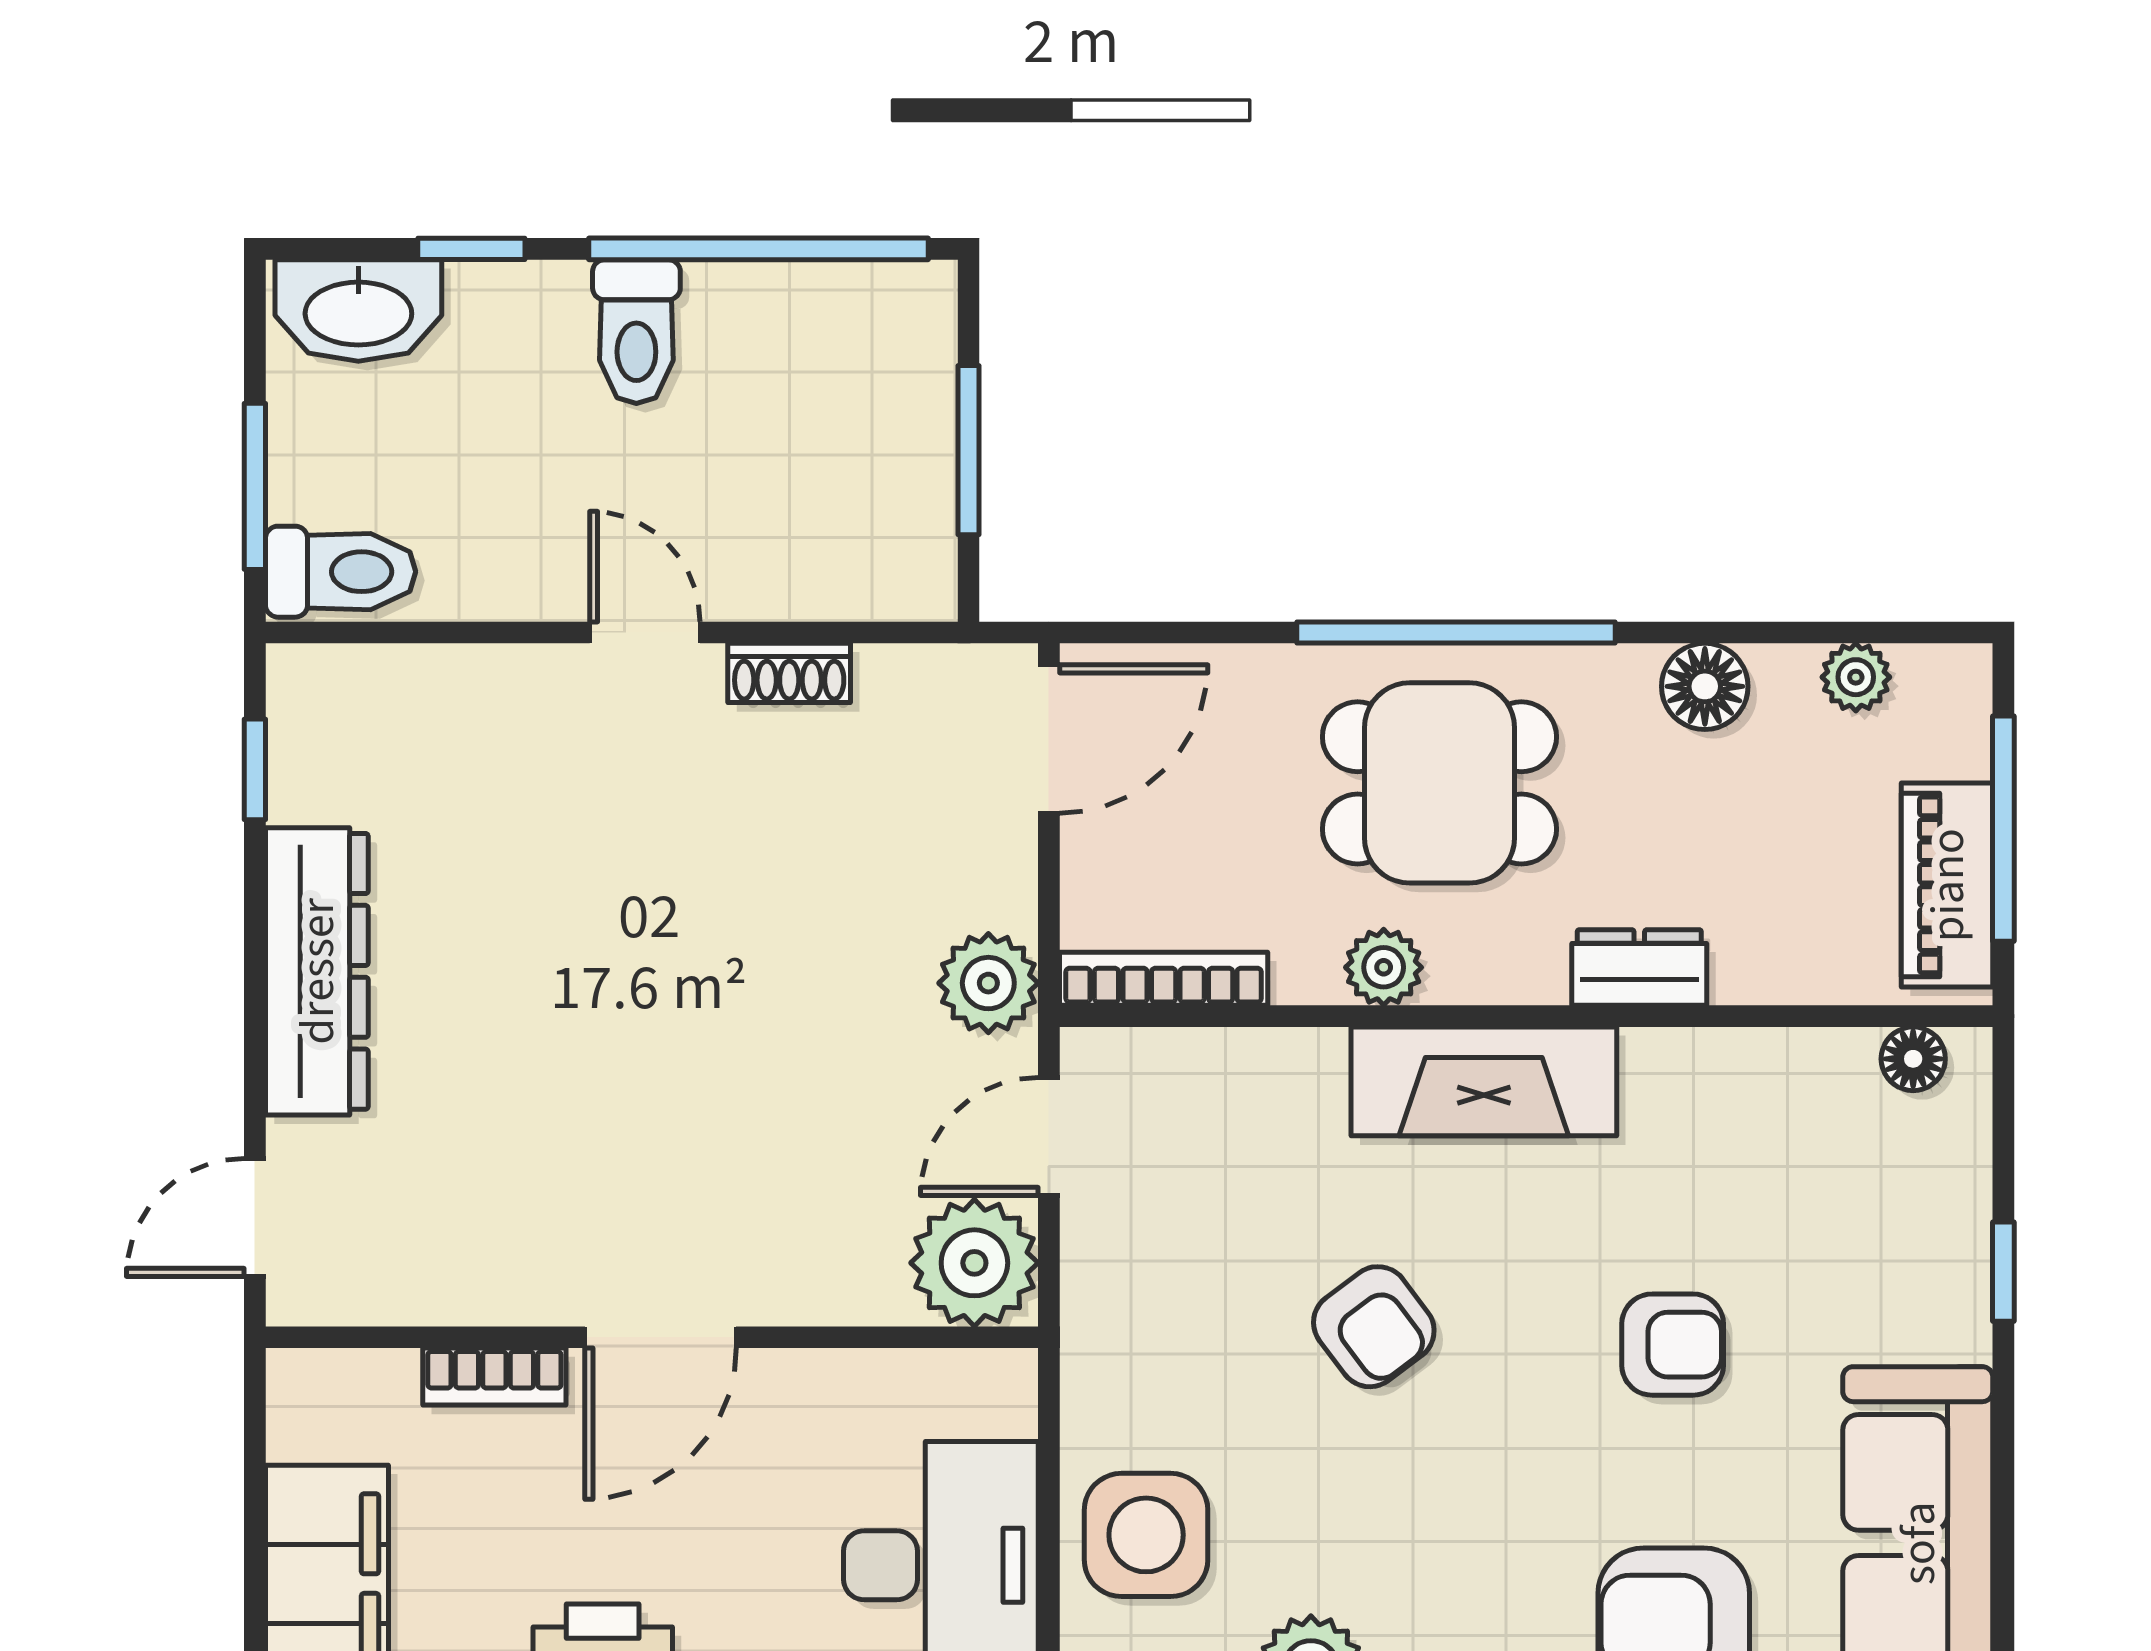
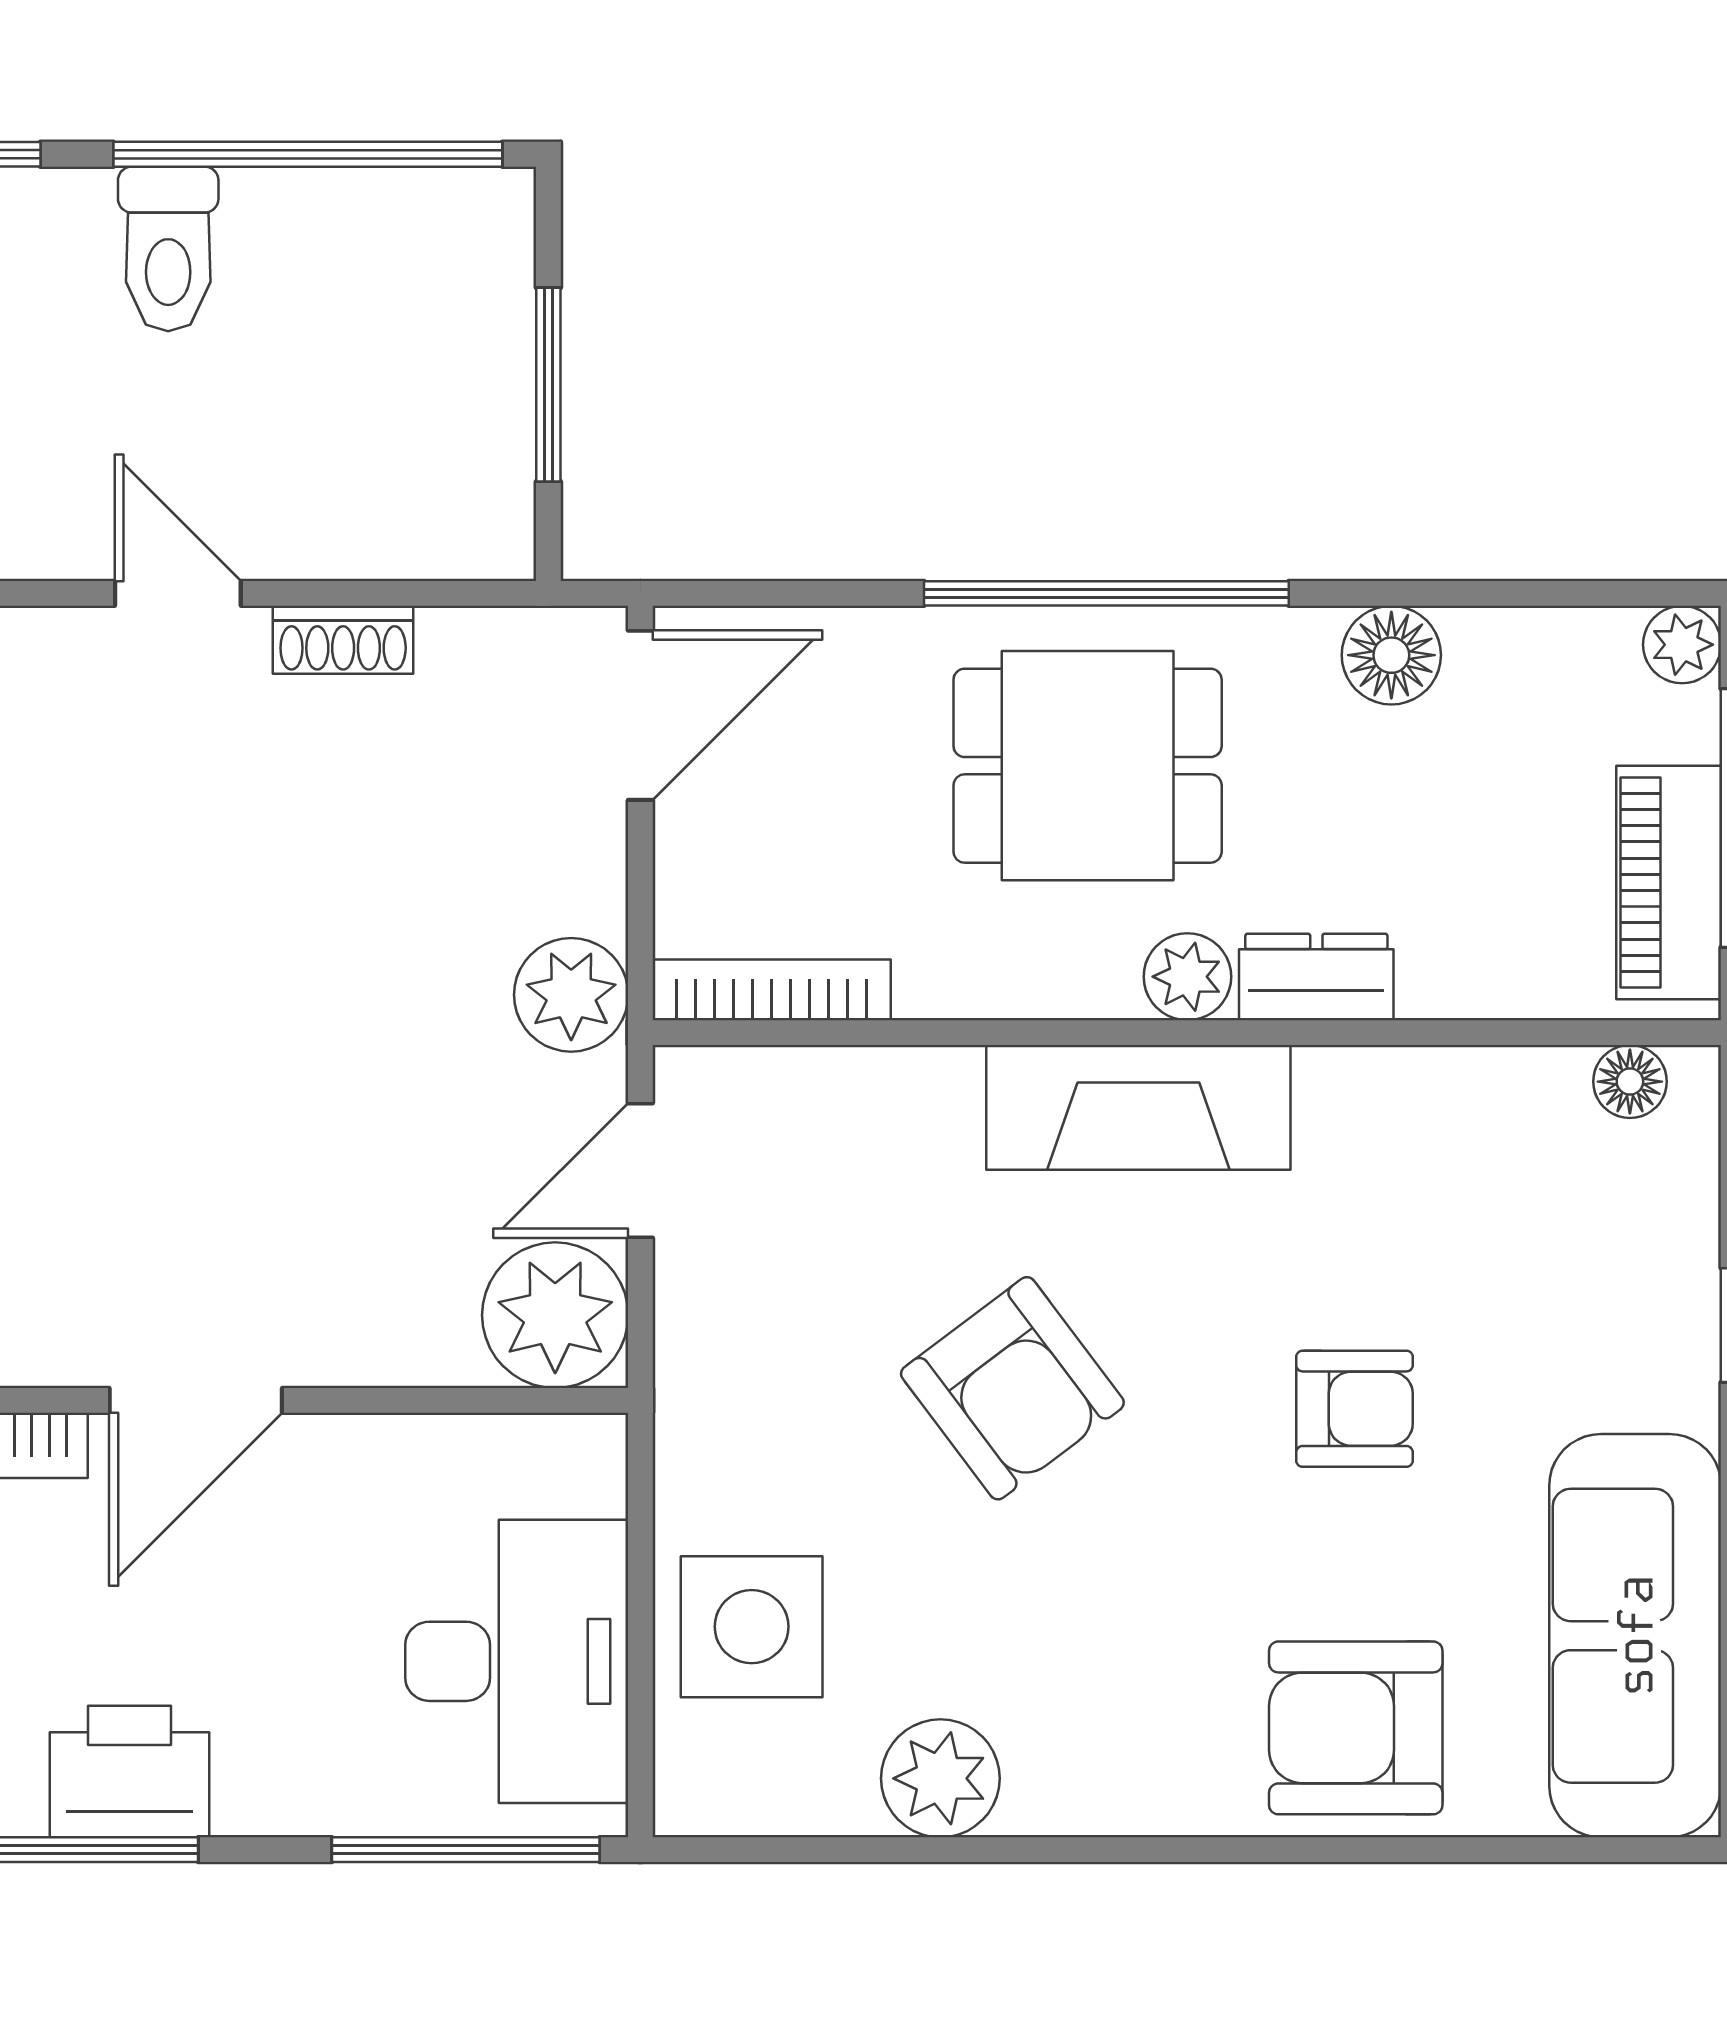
plant: (1856, 677) -> (1682, 645), moved
plant: (1384, 967) -> (1187, 977), moved
armchair: (1374, 1327) -> (1012, 1388), width x1.38, depth x1.38

